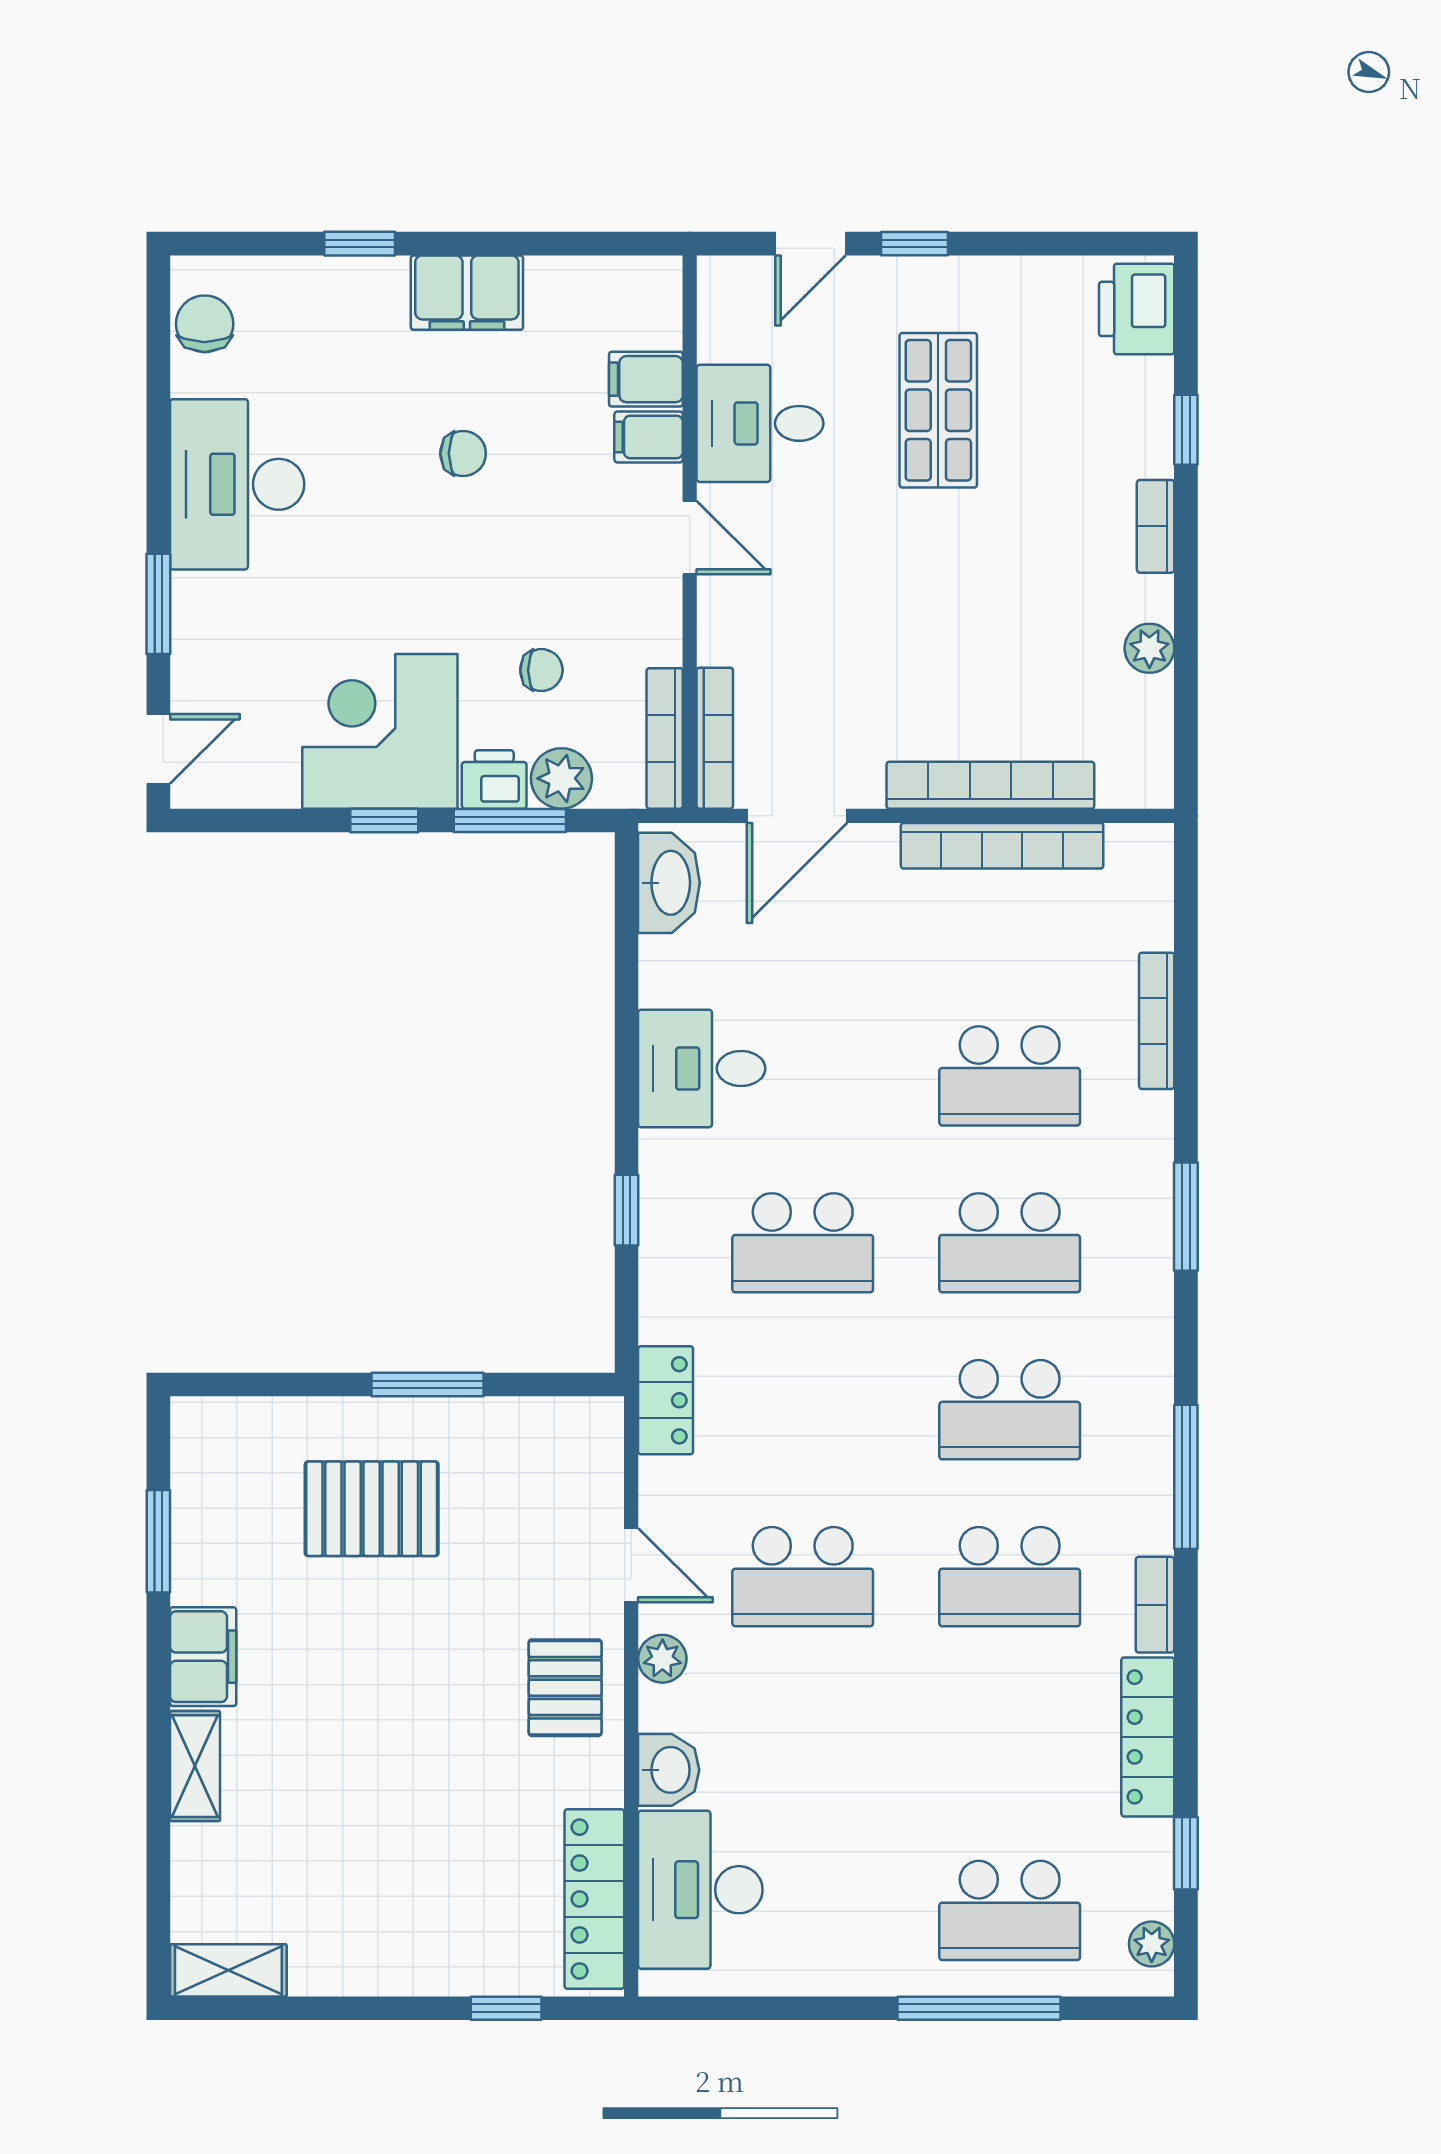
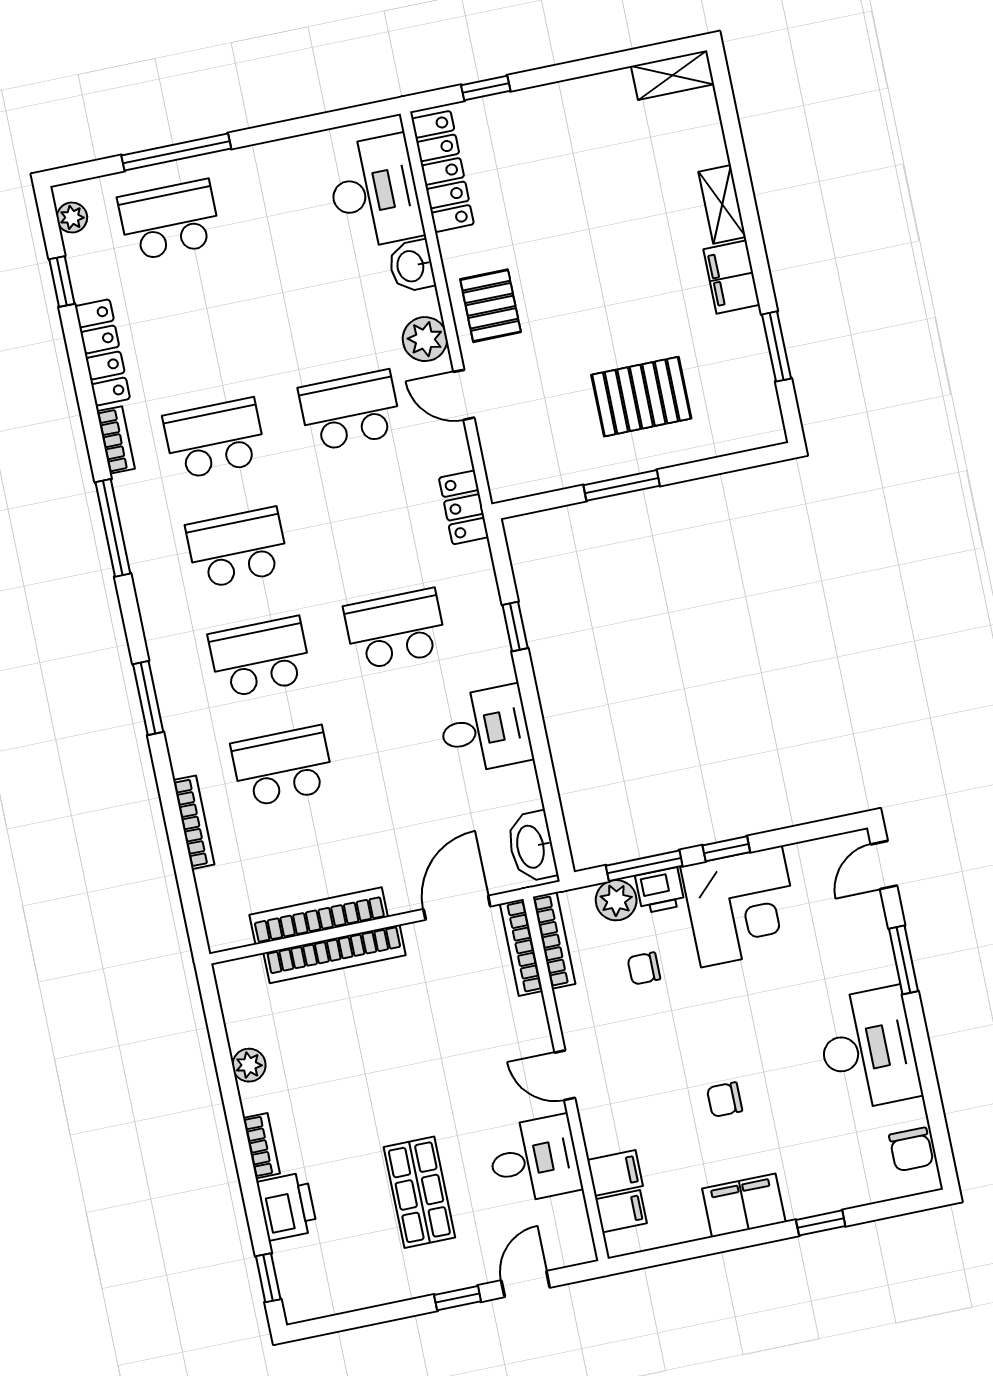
printer: (1137, 309) -> (287, 1206), moved
window: (1186, 430) -> (268, 1278), moved
filing cabinet: (649, 437) -> (621, 1211), moved
plant: (662, 1659) -> (425, 339), width x1.38, depth x1.38

